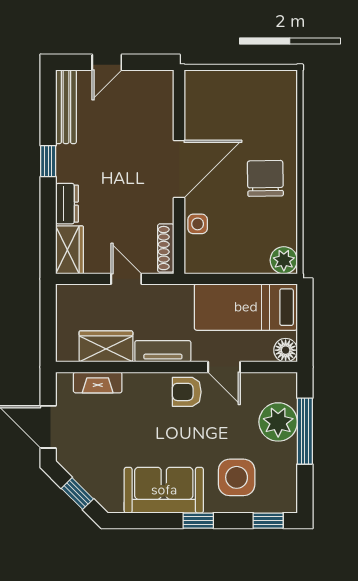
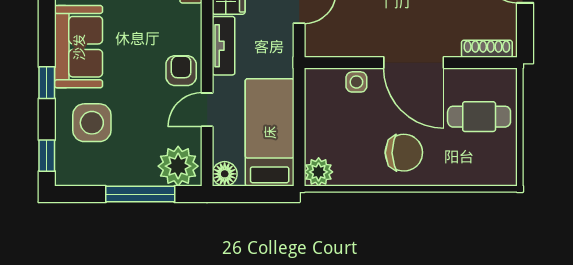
cafe table: (231, 106) -> (479, 117), added
shoe rack: (166, 248) -> (487, 49), moved
plant: (278, 422) -> (178, 166), moved

